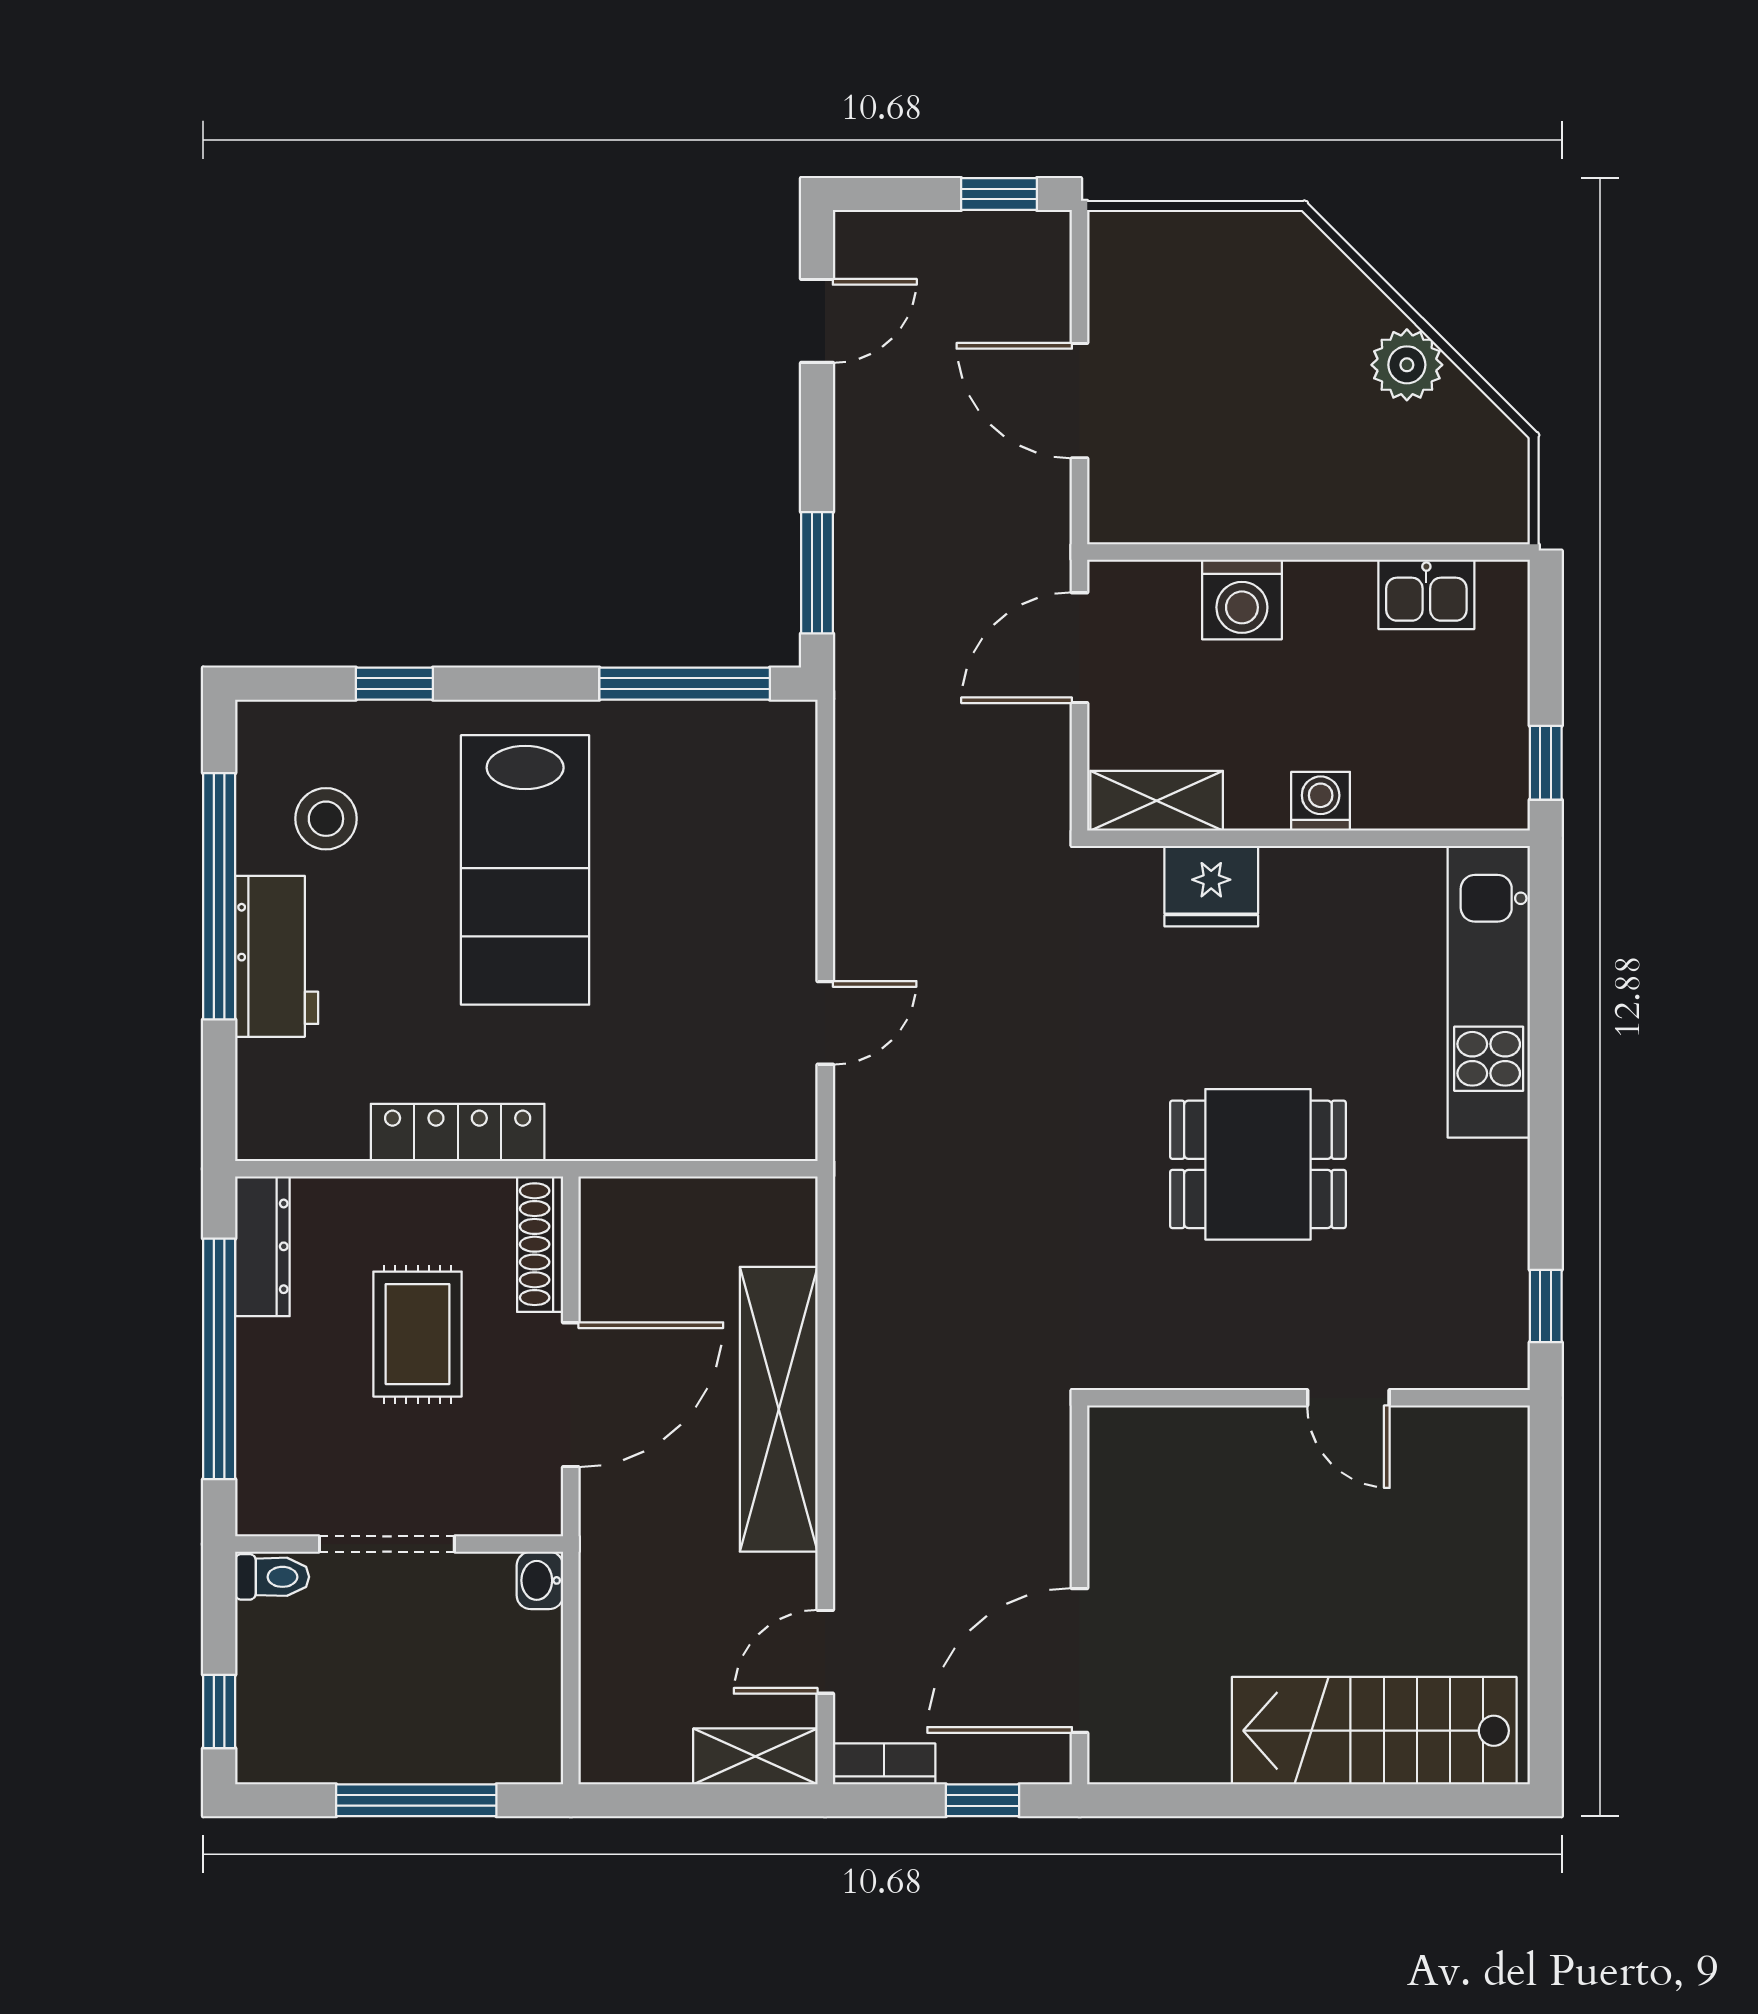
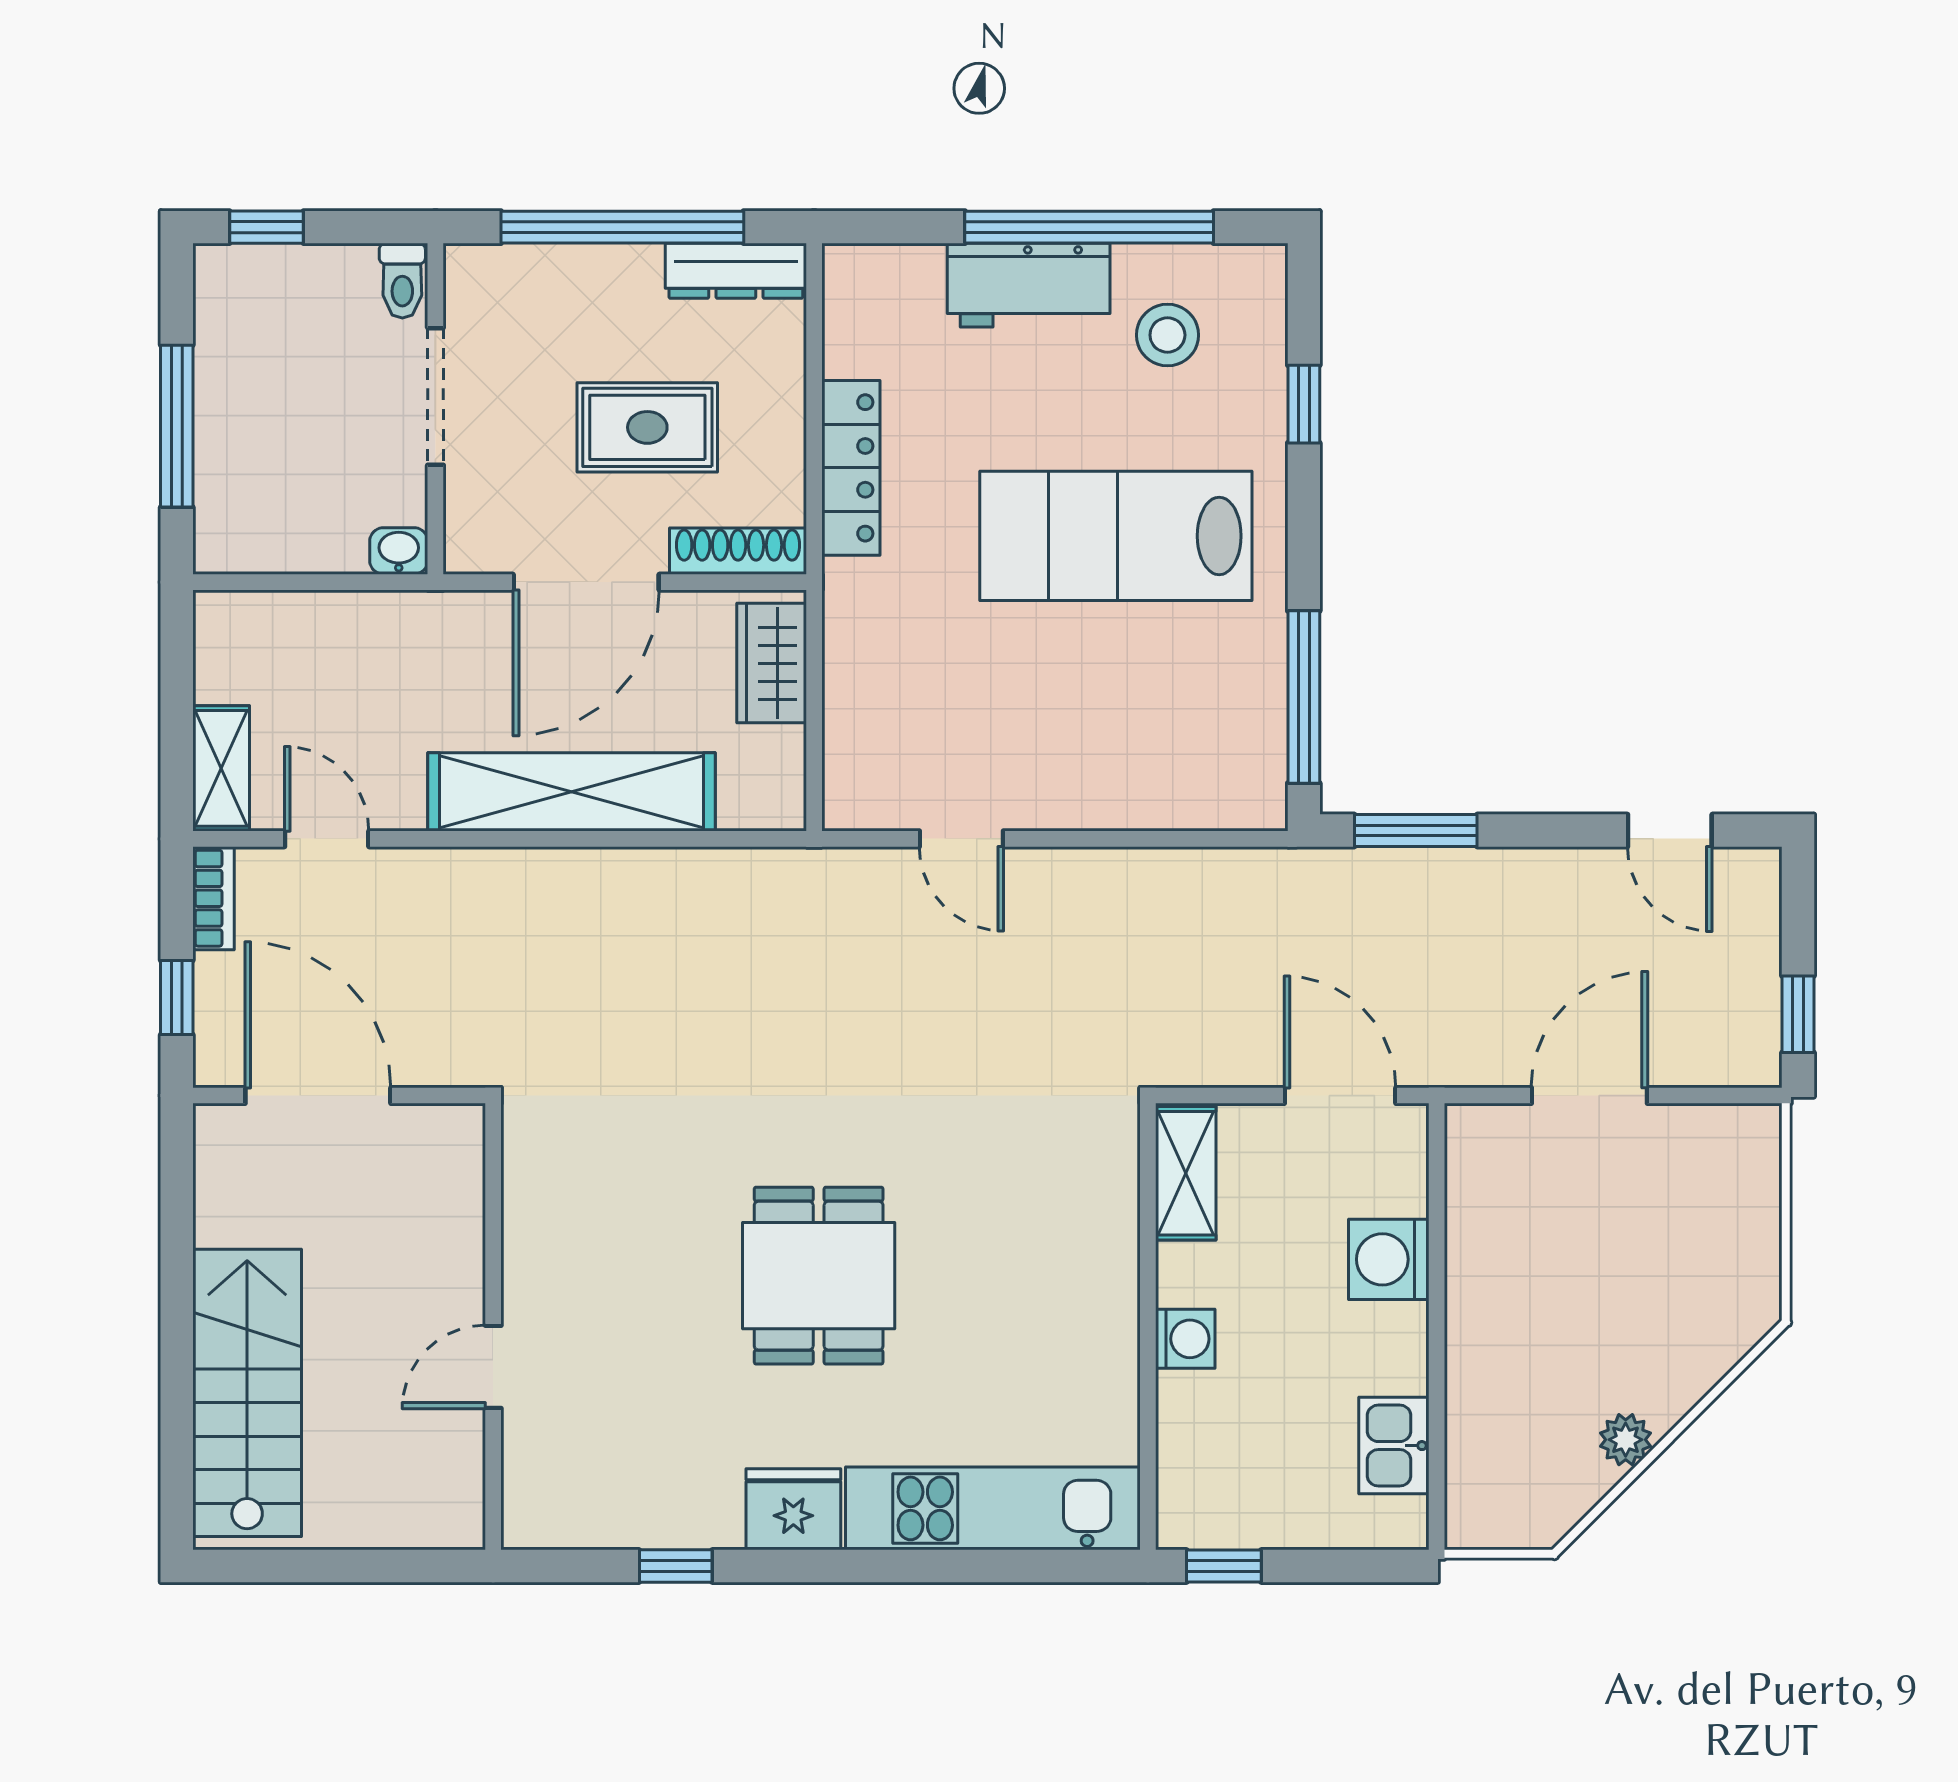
plant: (1407, 365) -> (1626, 1440), width x0.73, depth x0.73
fridge: (1211, 886) -> (793, 1509), moved, turned 90
wardrobe: (651, 1211) -> (772, 663), added
door: (571, 1395) -> (586, 582), hinge flipped
wall: (1308, 1398) -> (493, 1327), moved
door: (1348, 1398) -> (493, 1367), moved

